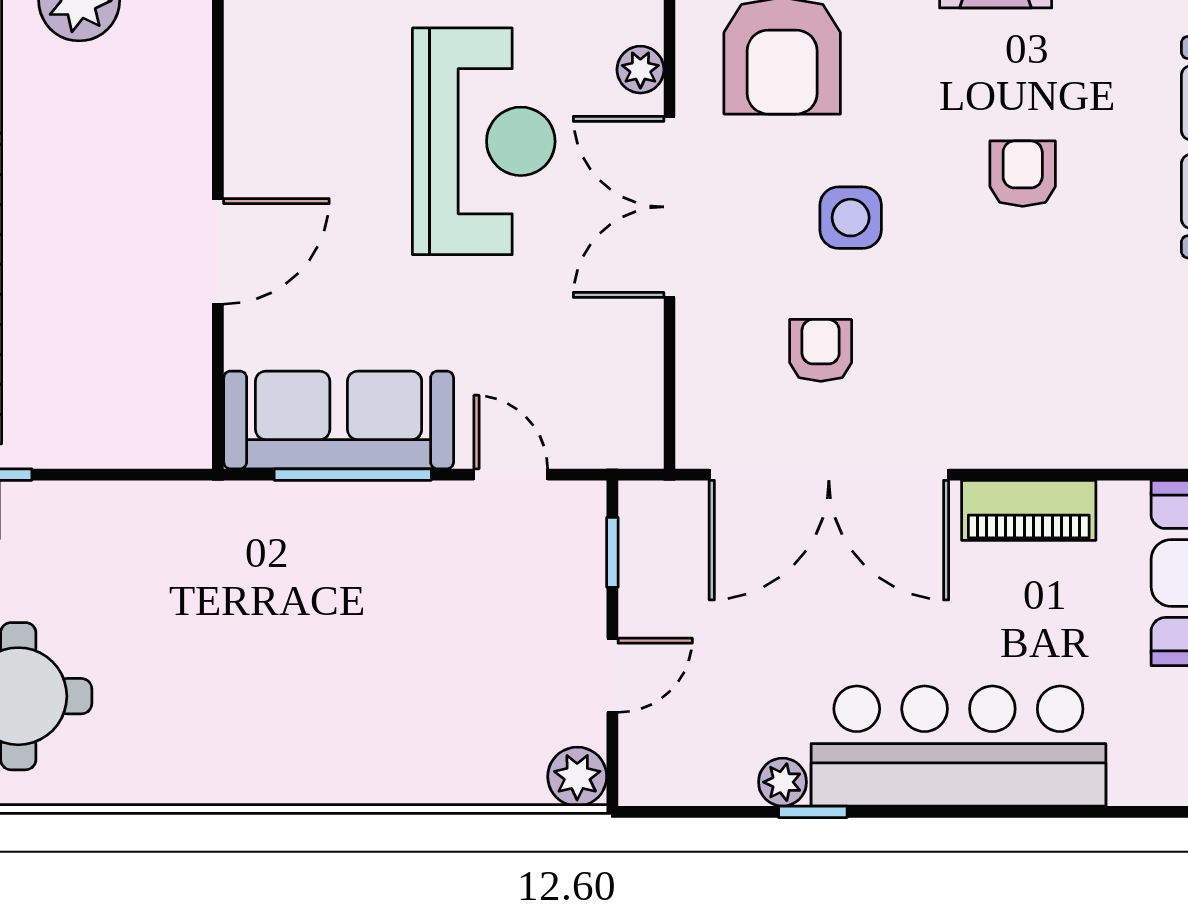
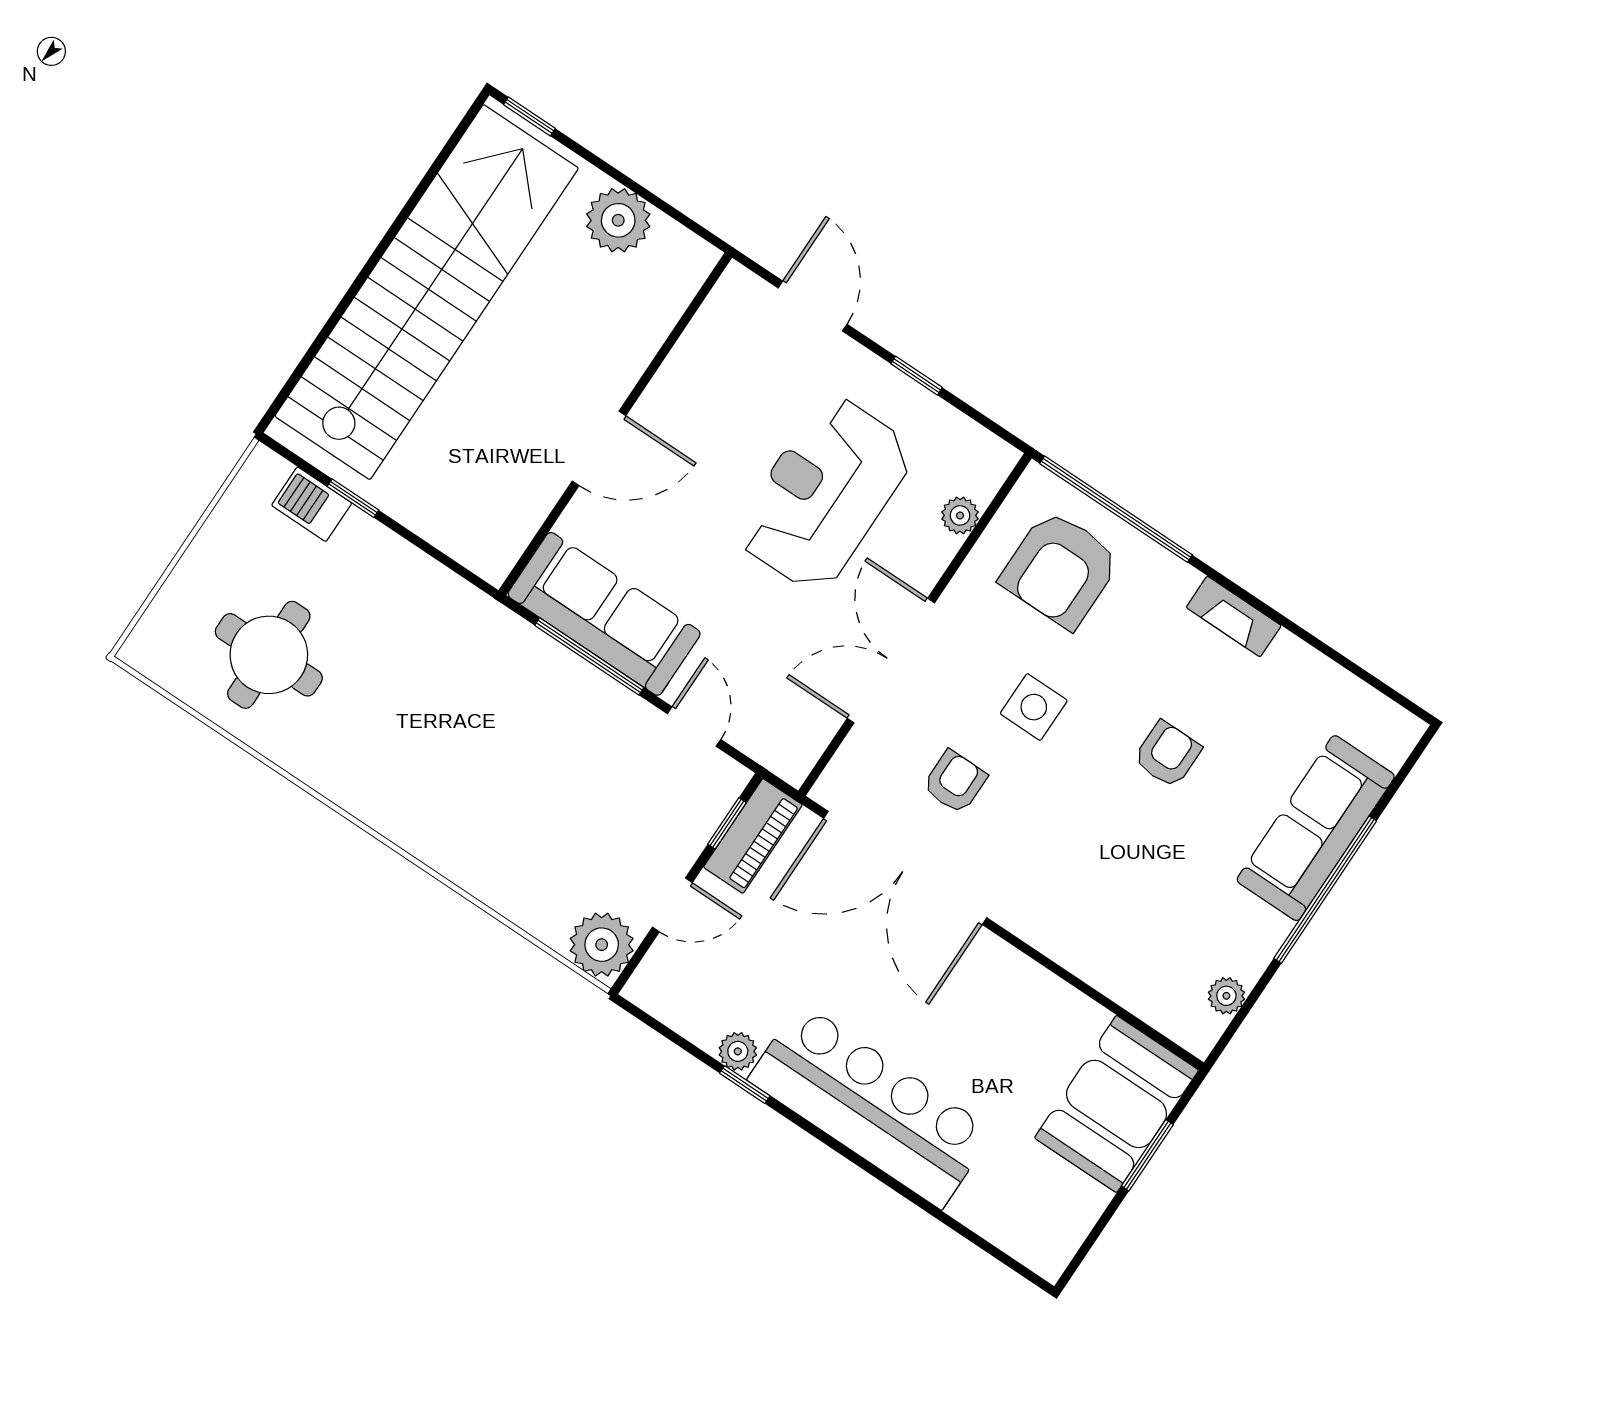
reception desk: (484, 141) -> (824, 493), turned 180
double door: (670, 207) -> (891, 661), moved
piano: (1029, 510) -> (753, 836), moved, turned -90
plant: (577, 777) -> (602, 945), width x1.36, depth x1.36

